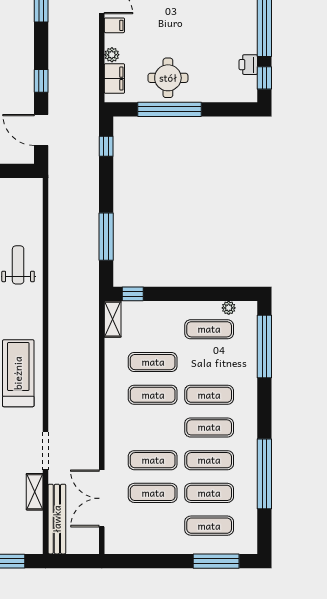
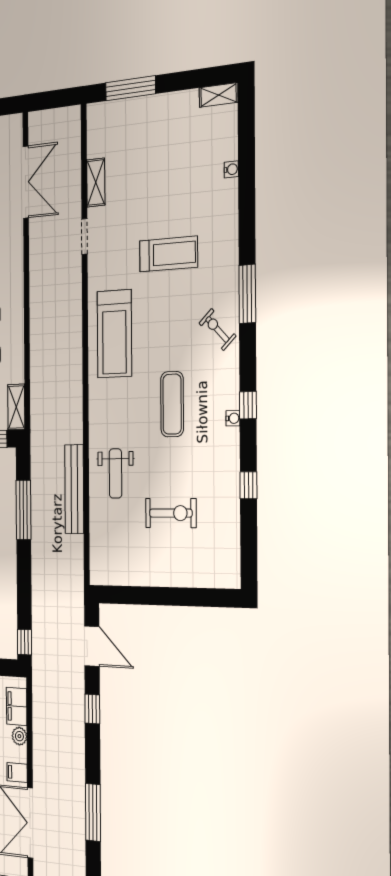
window: (106, 146) -> (24, 642), moved
doorway: (46, 451) -> (84, 236), width x0.73
bench: (57, 519) -> (74, 489), moved

